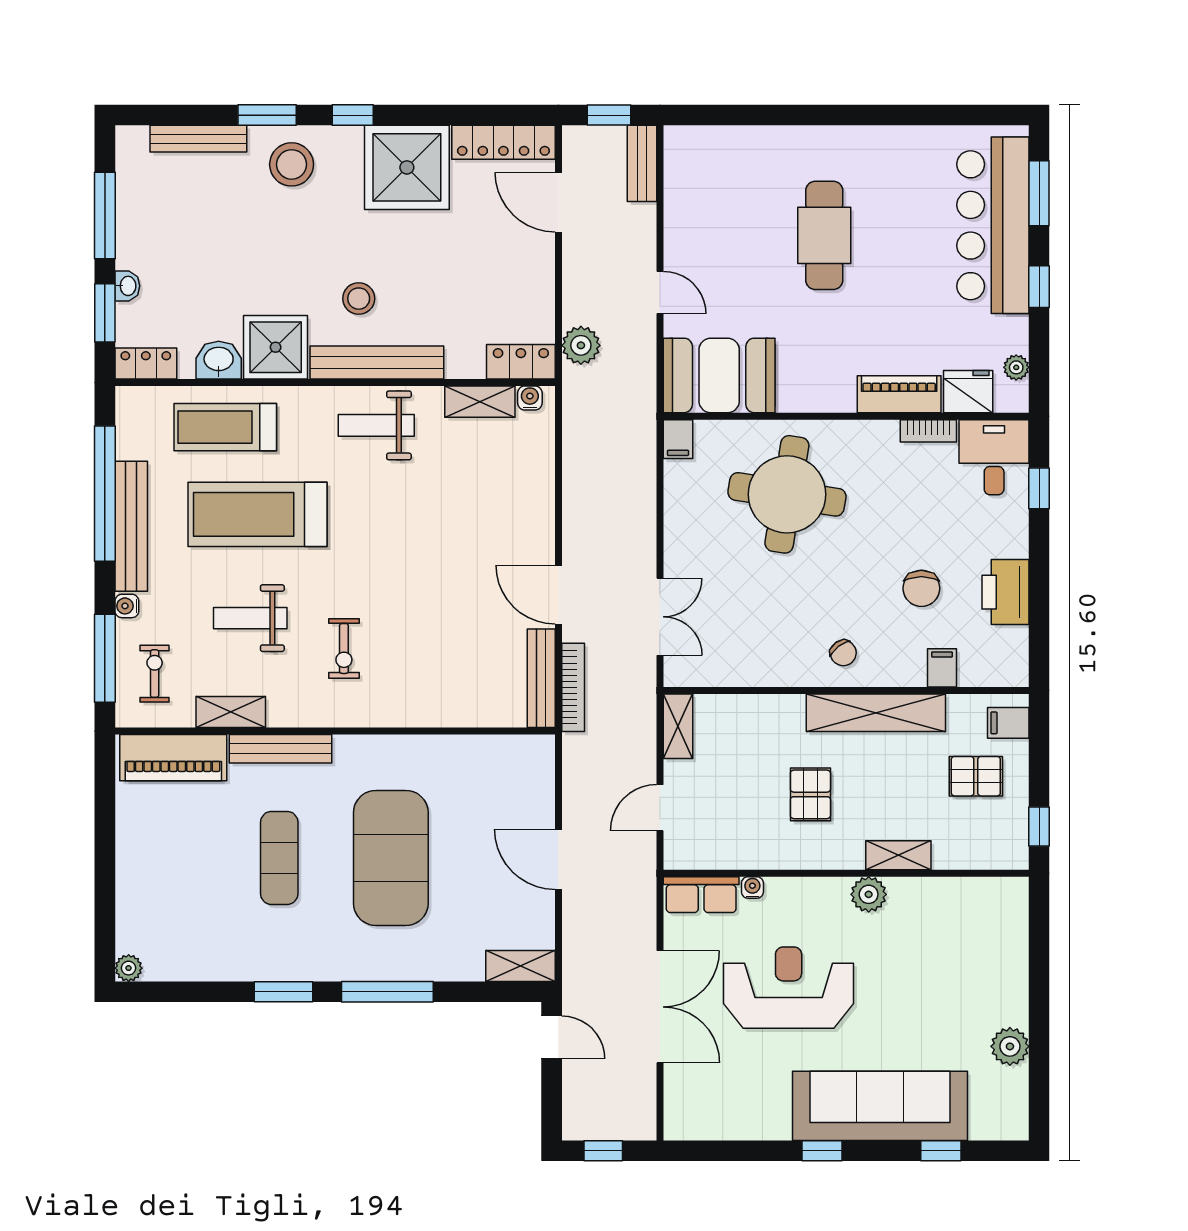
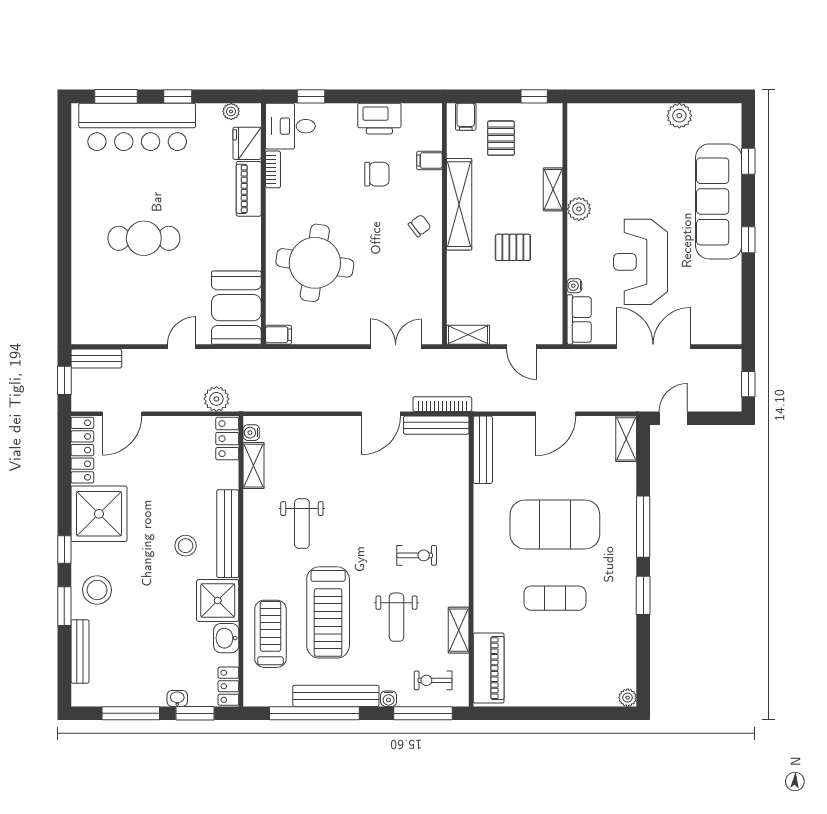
weight bench: (376, 425) -> (302, 524), moved
treadmill: (225, 427) -> (270, 634), turned 180
bench: (280, 749) -> (483, 450), moved

